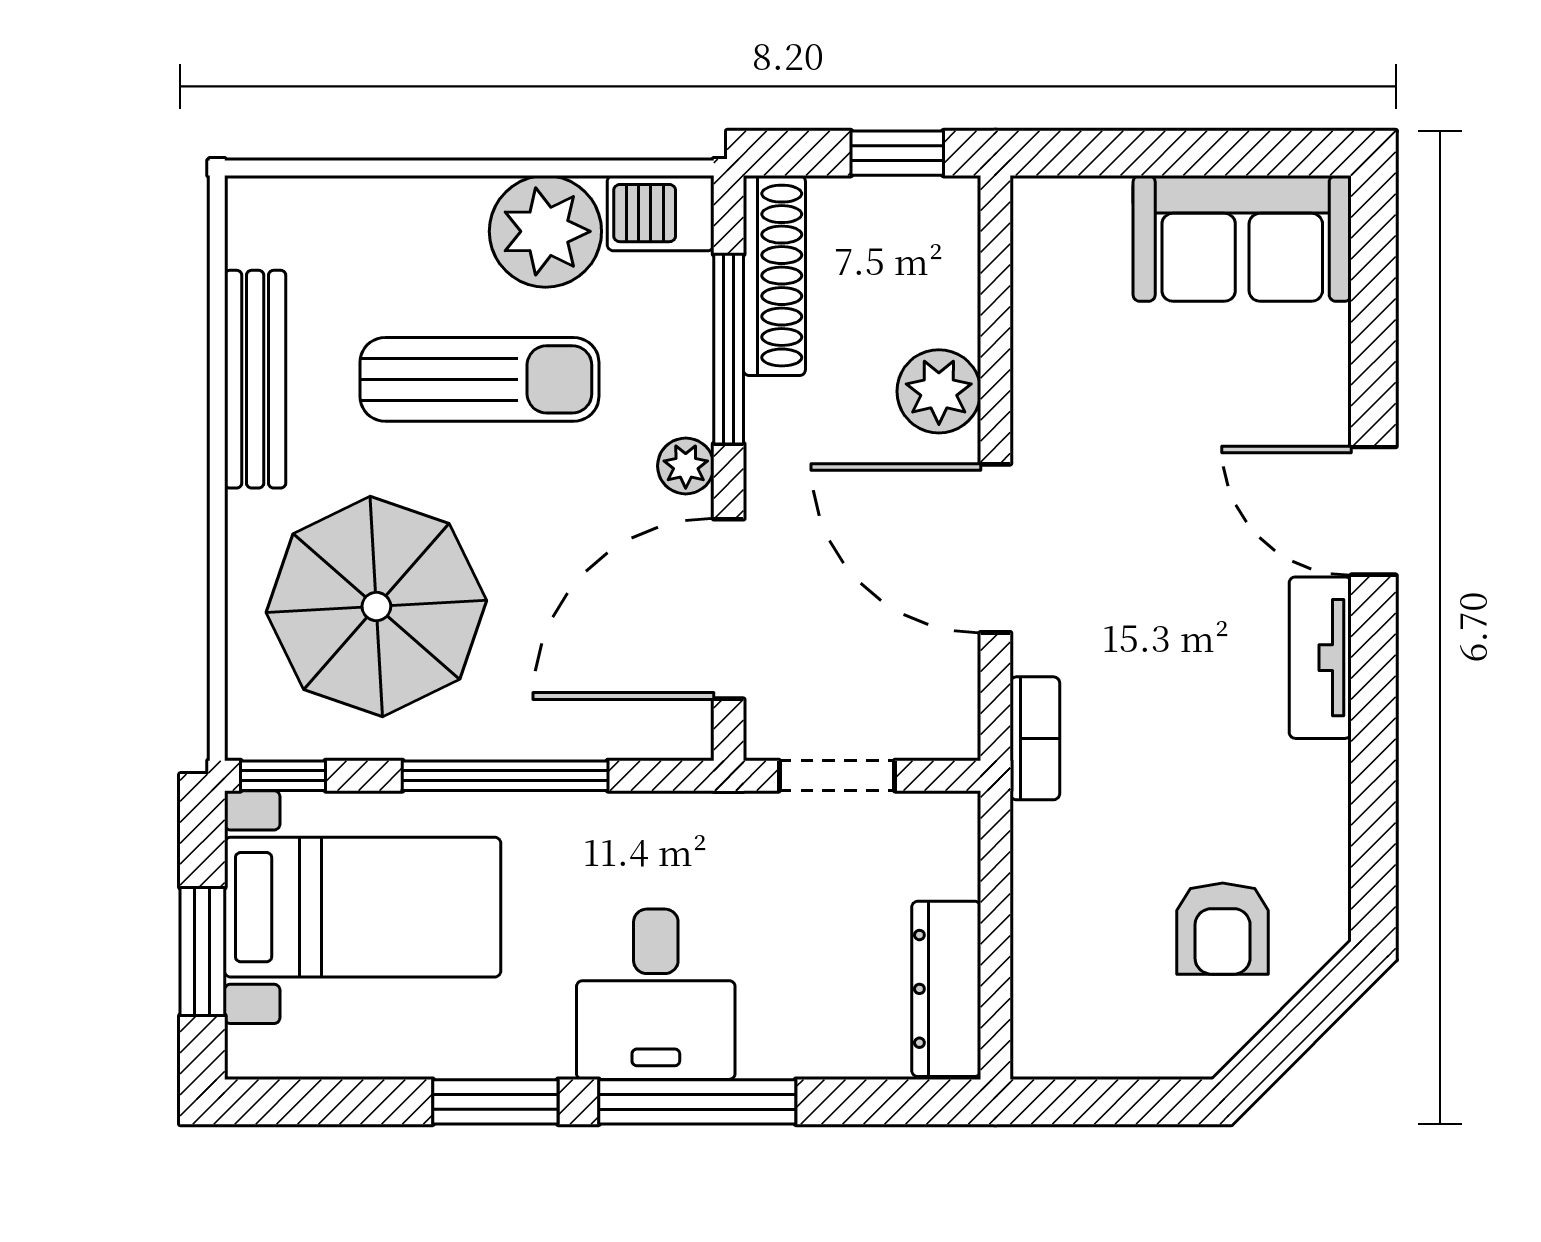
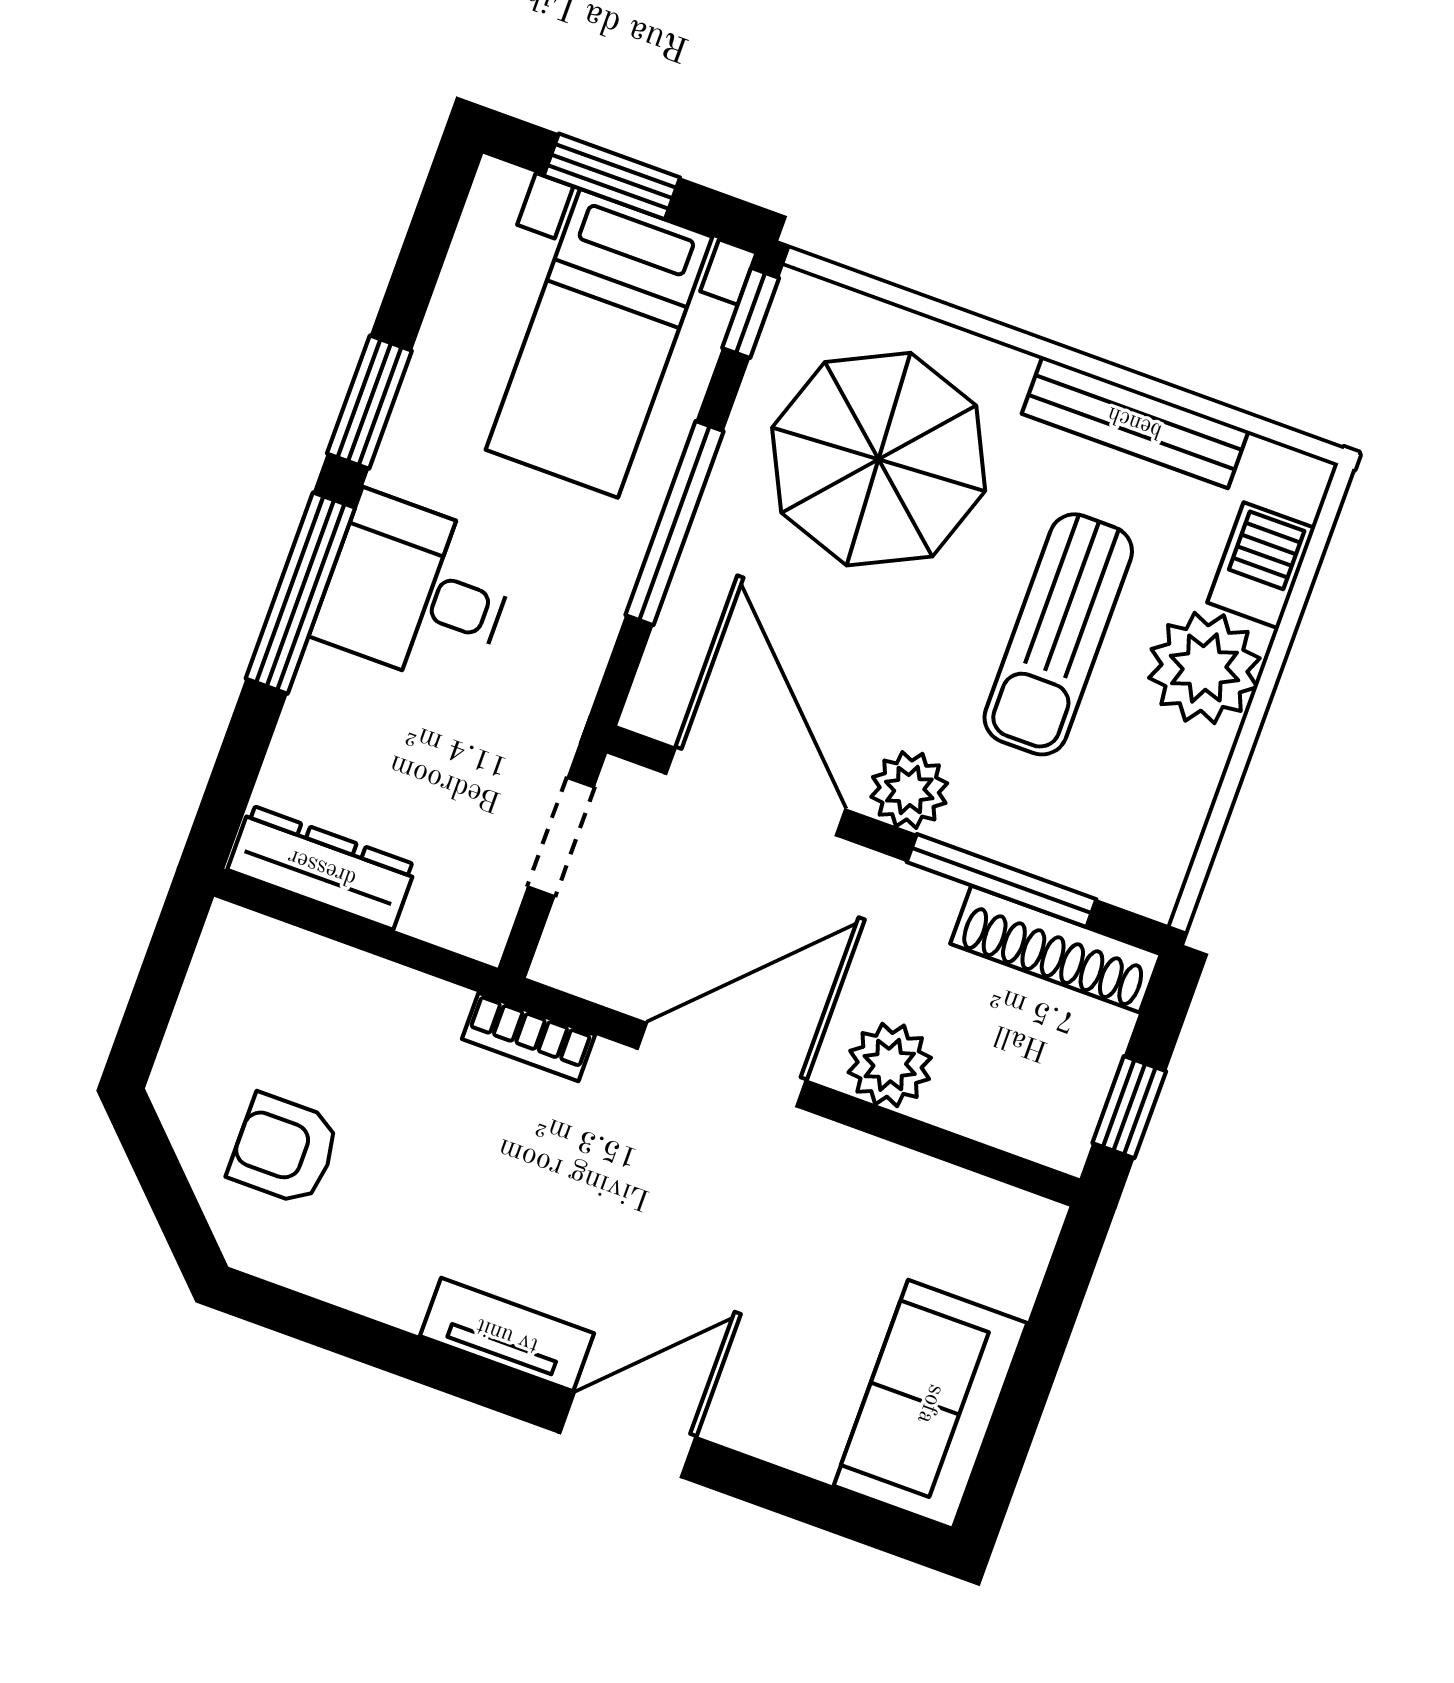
barbecue: (661, 213) -> (1261, 565), moved
plant: (545, 231) -> (1204, 668), moved
plant: (686, 466) -> (909, 790), width x1.38, depth x1.38

